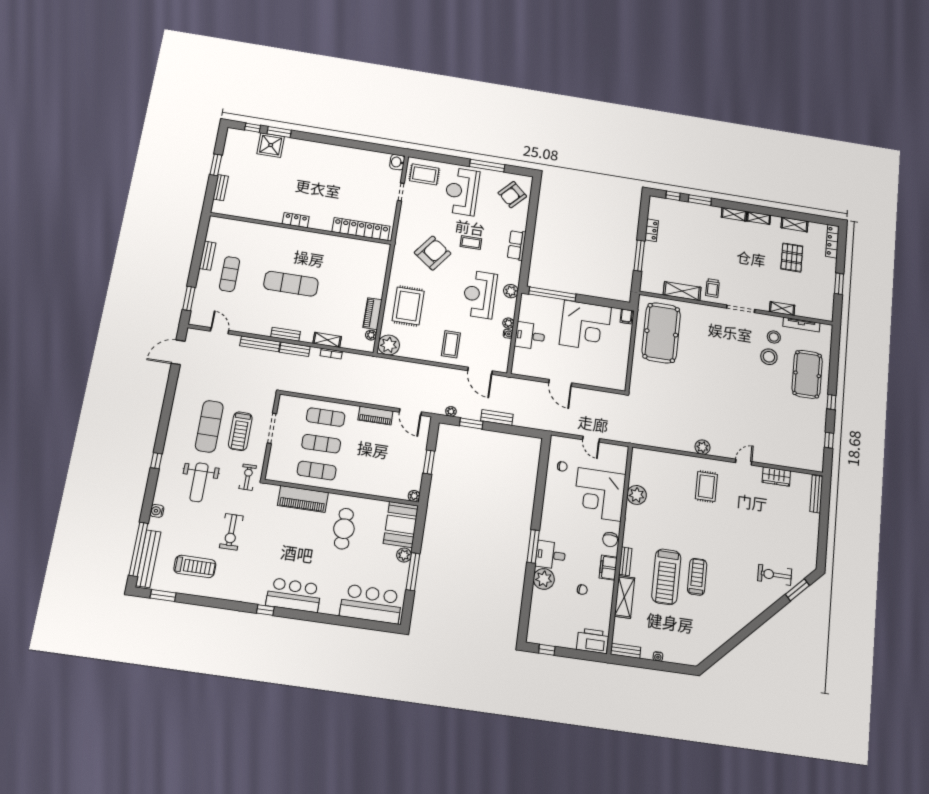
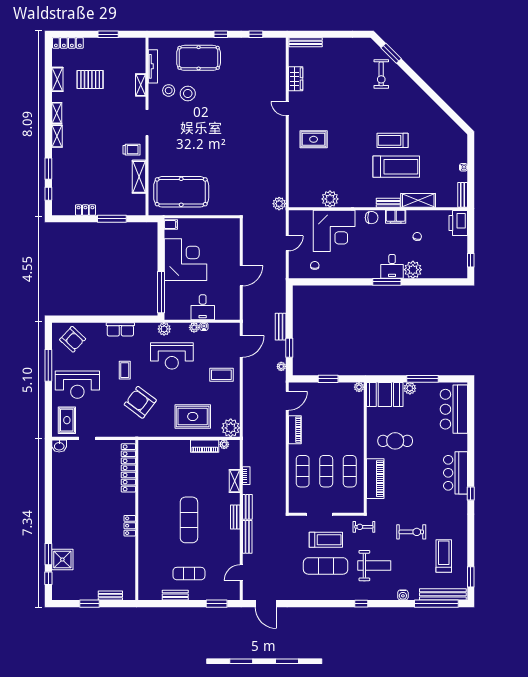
plant: (702, 447) -> (279, 204), moved

